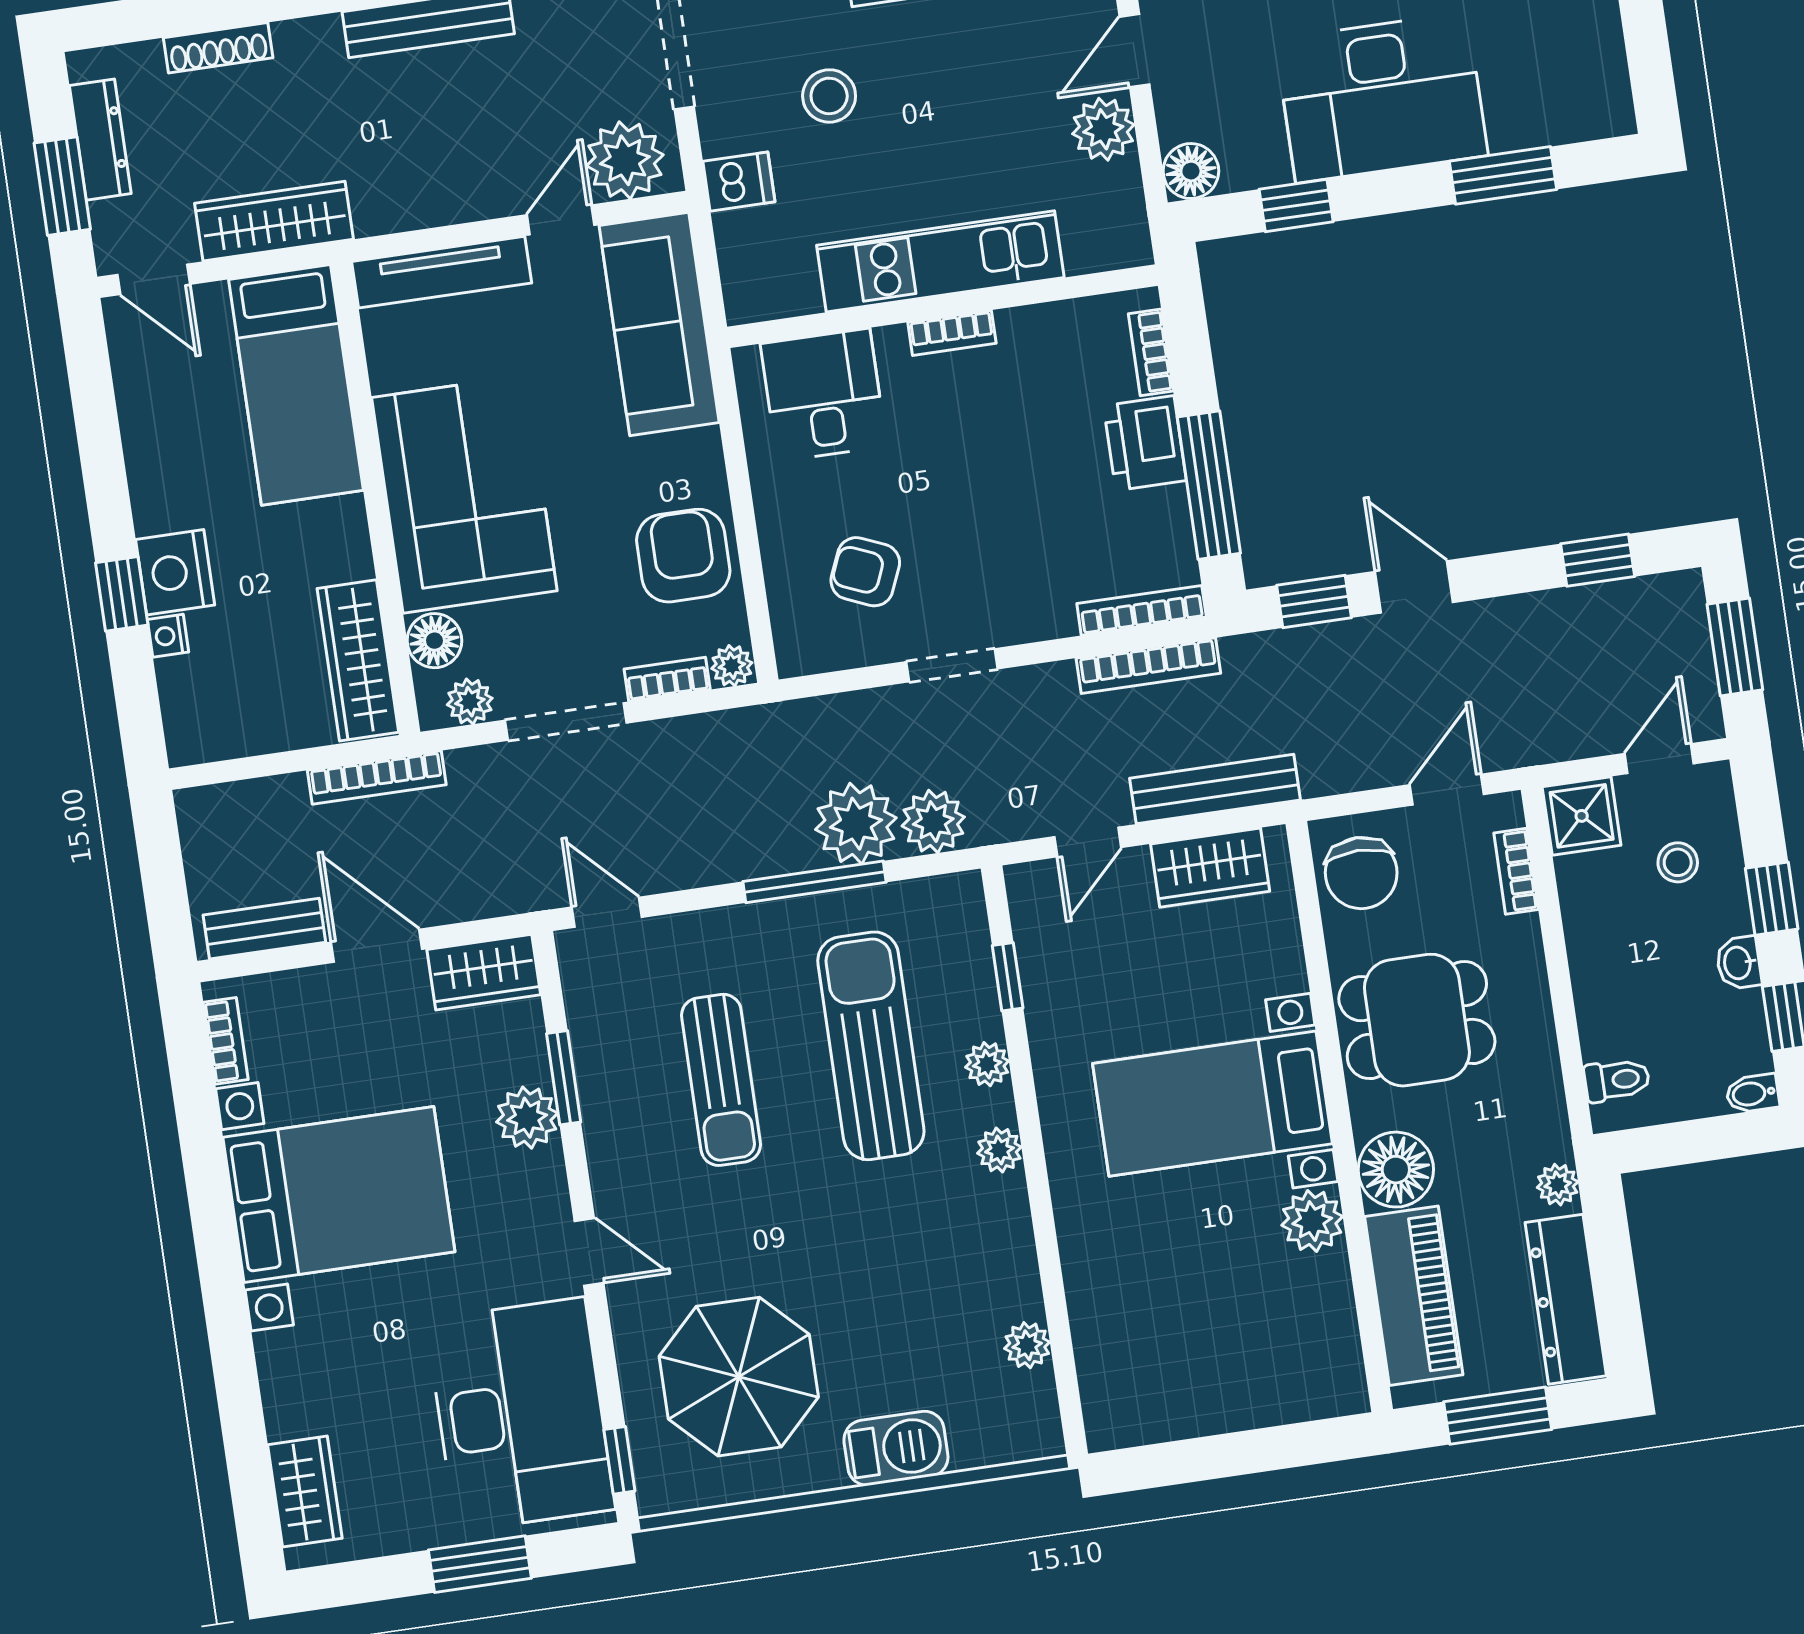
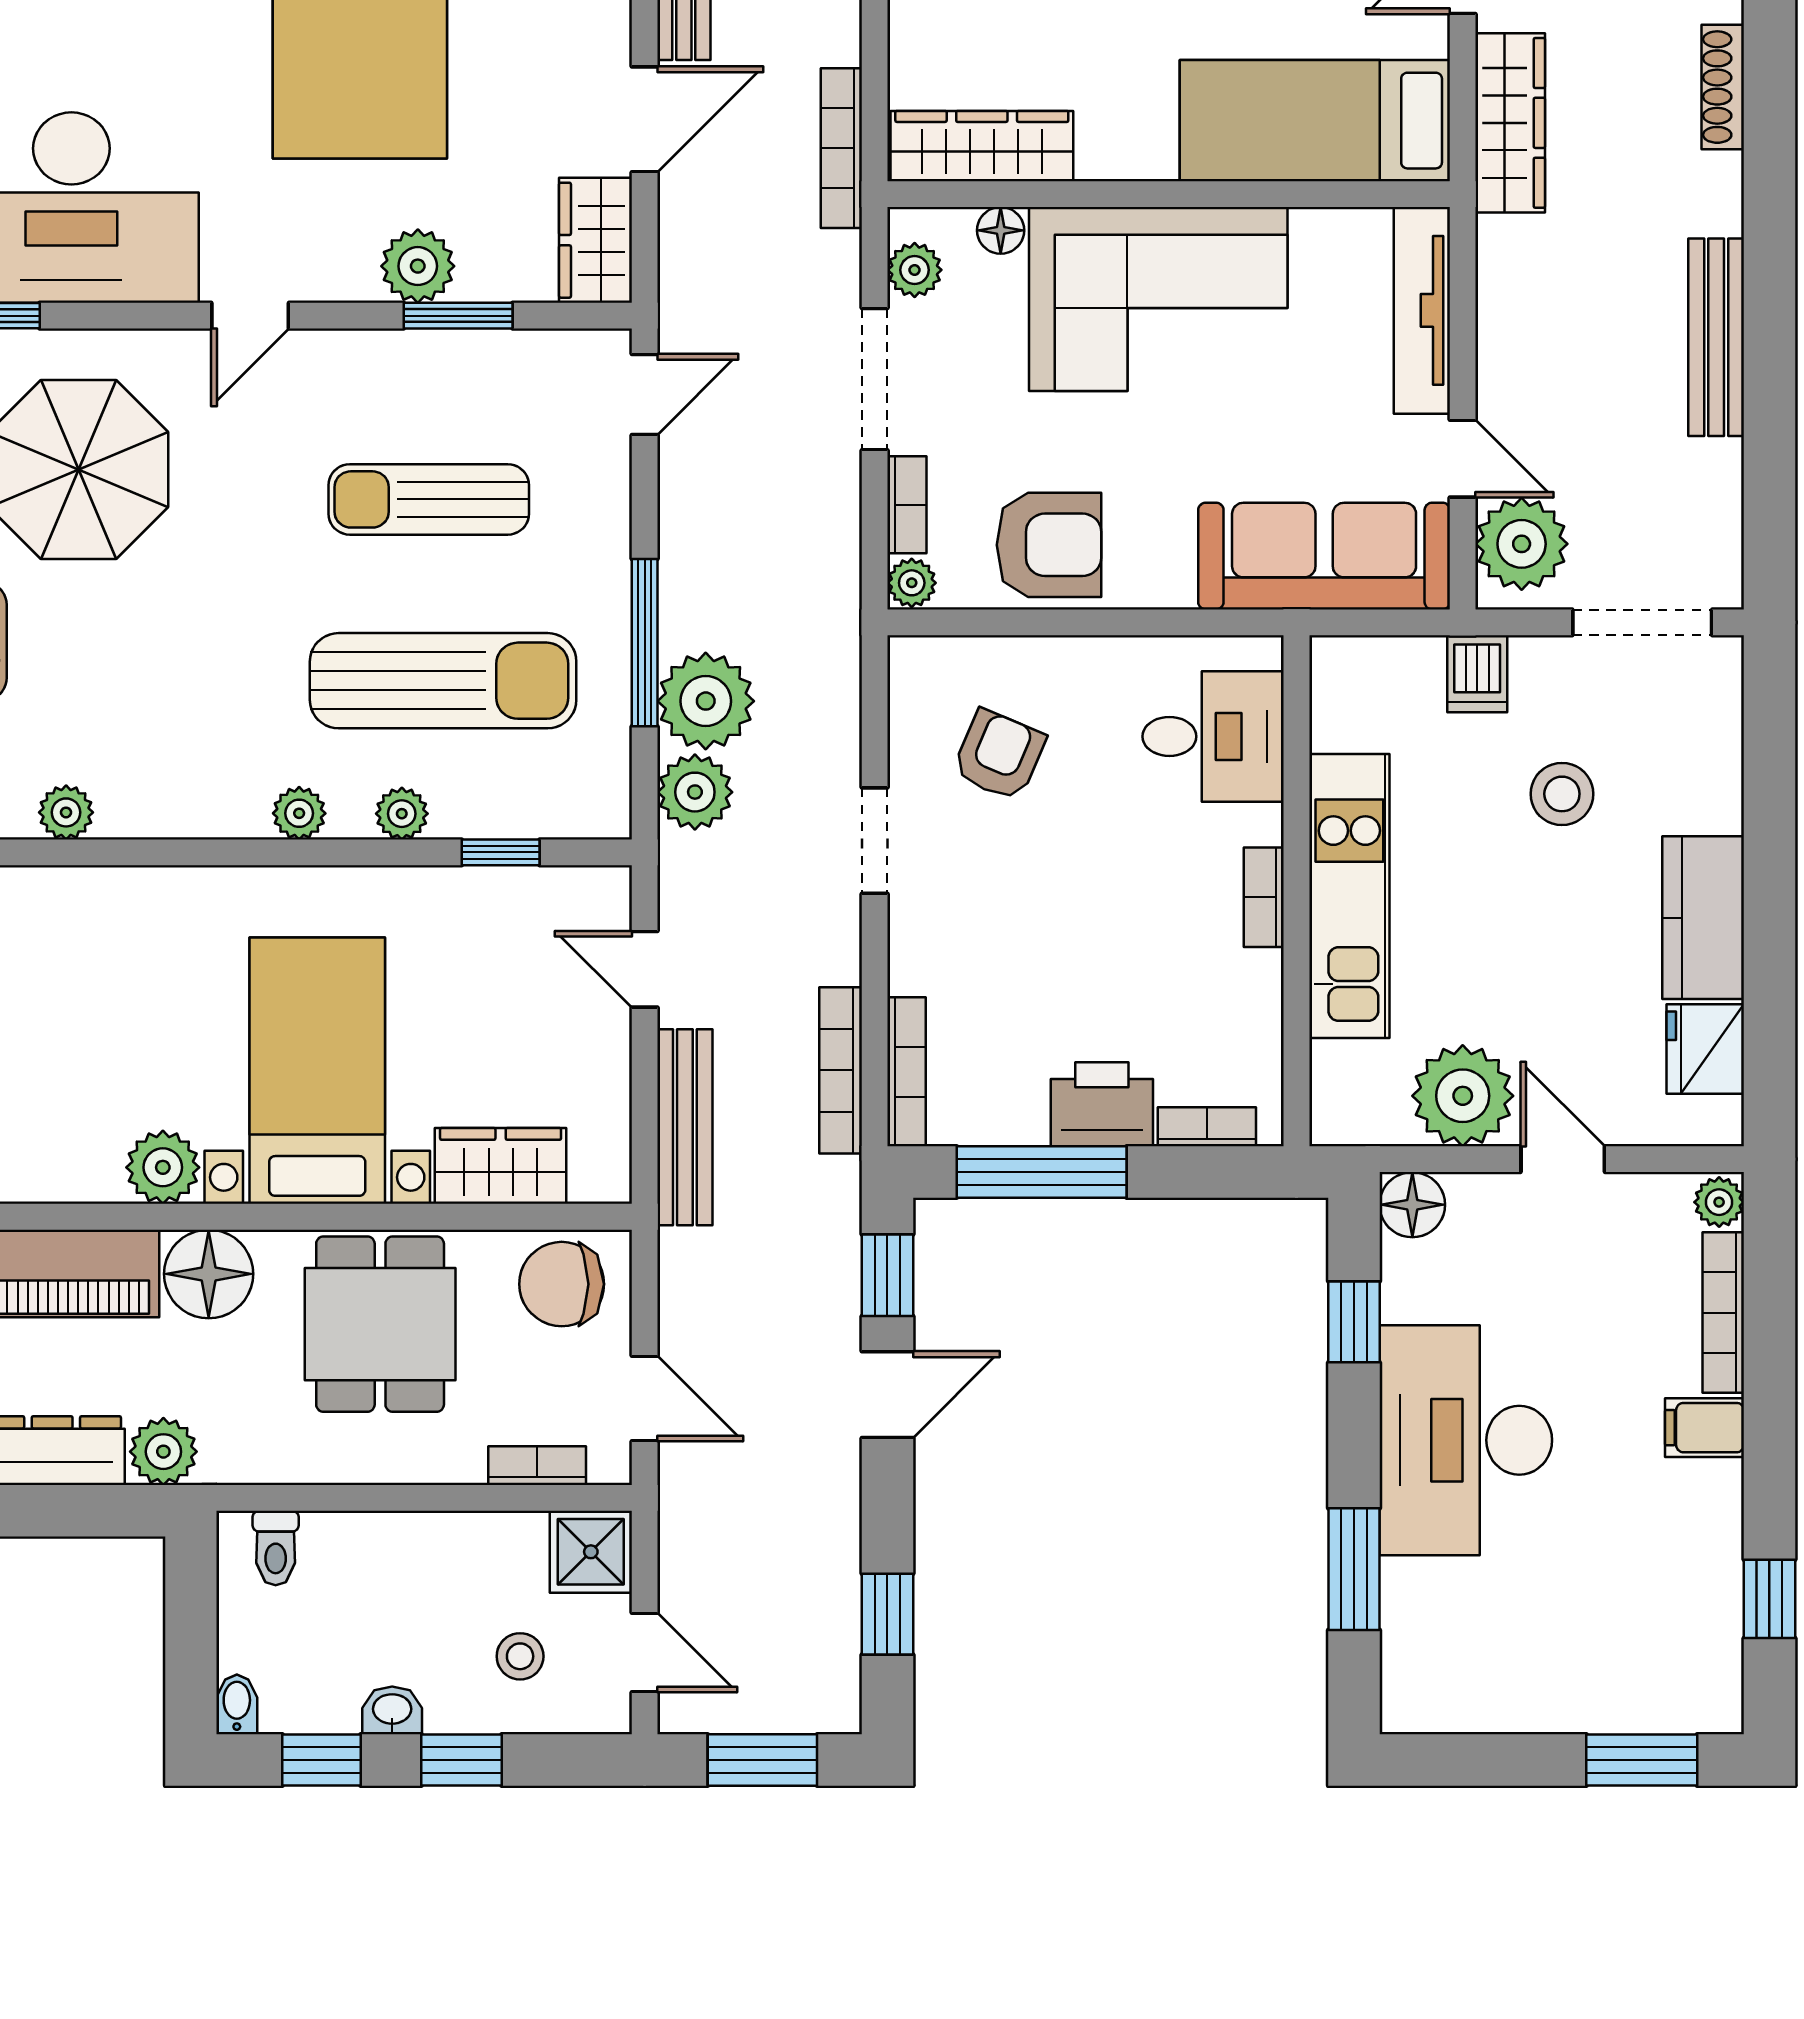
plant: (1103, 129) -> (1463, 1096), width x1.36, depth x1.36
floor lamp: (434, 641) -> (1001, 230), width x0.73, depth x0.73
wardrobe: (1210, 868) -> (501, 1166), moved, turned 90
plant: (1558, 1185) -> (163, 1452), width x1.38, depth x1.38

